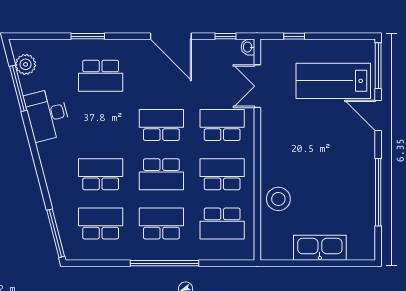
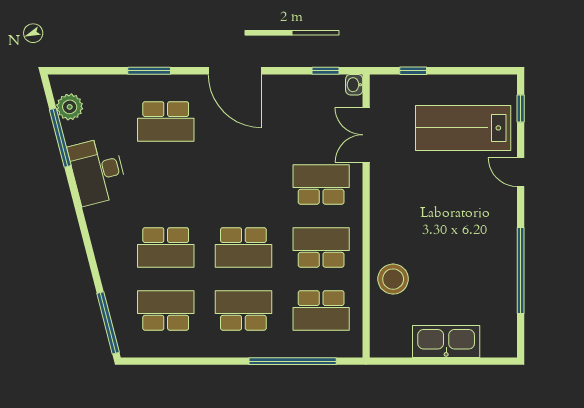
door: (171, 36) -> (235, 71), moved
window: (378, 66) -> (521, 108), width x0.46
door: (378, 115) -> (521, 172), width x0.73
school desk: (161, 125) -> (243, 184), removed
school desk: (101, 174) -> (166, 247), turned 180
window: (164, 263) -> (293, 361), moved

